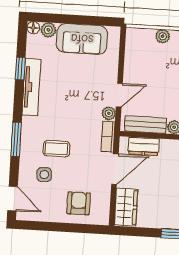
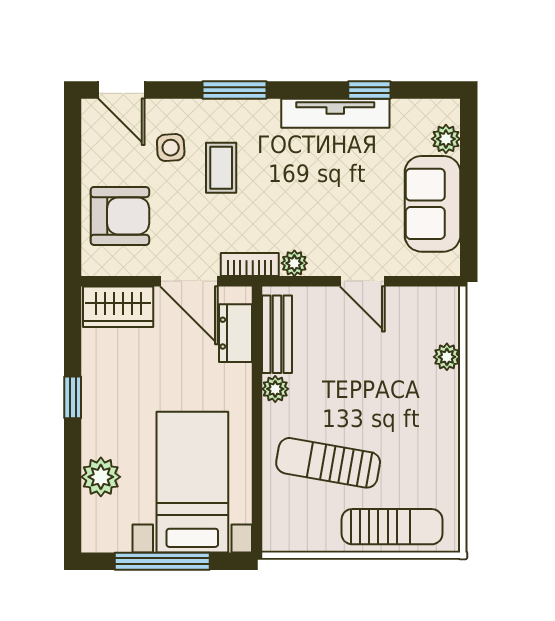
floor lamp: (33, 28) -> (449, 110), removed
door: (119, 95) -> (362, 281), moved
door: (13, 199) -> (122, 90), hinge flipped
armchair: (79, 203) -> (120, 216), width x1.38, depth x1.38

